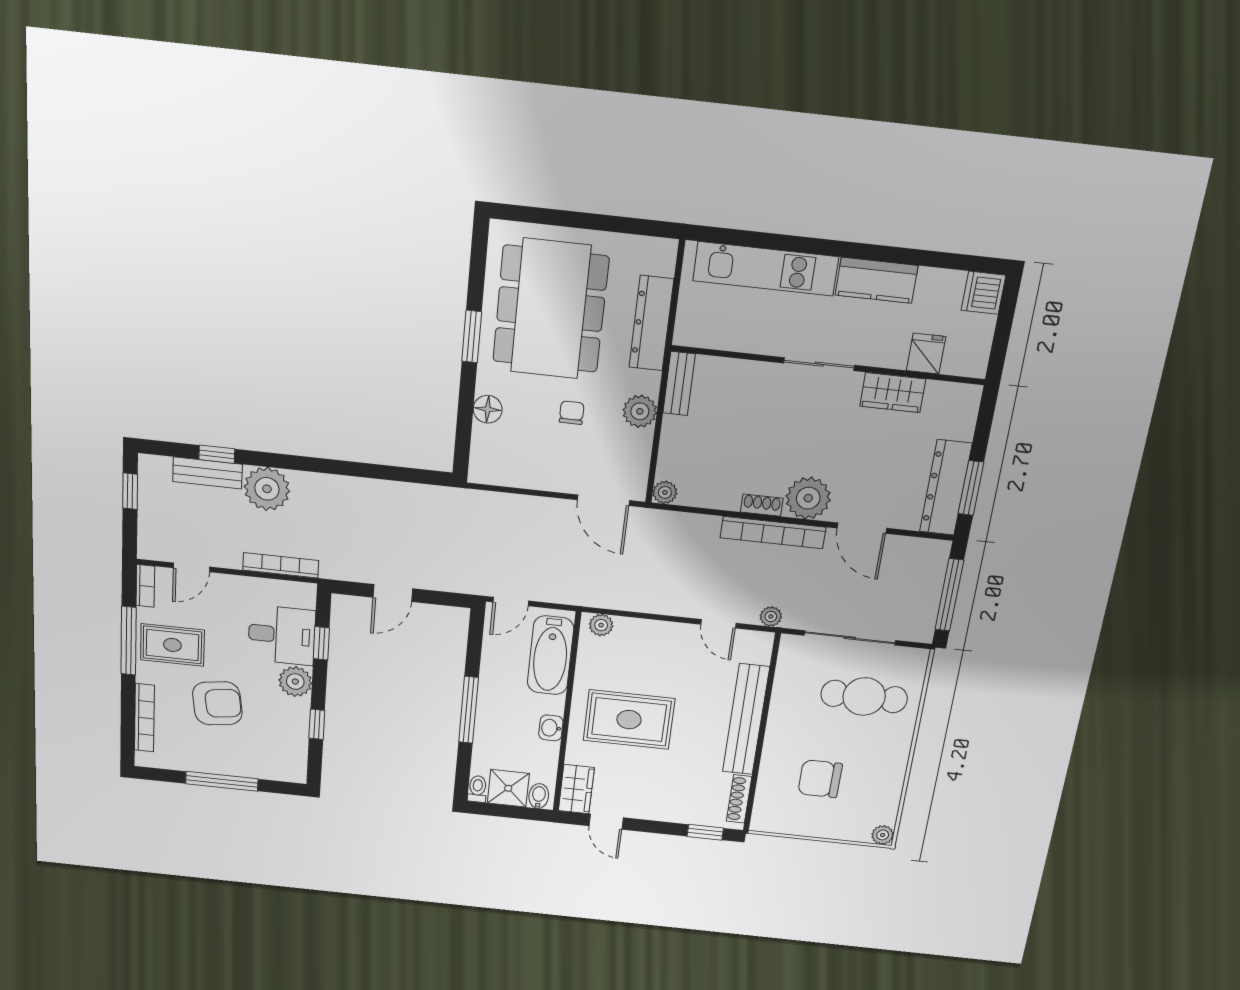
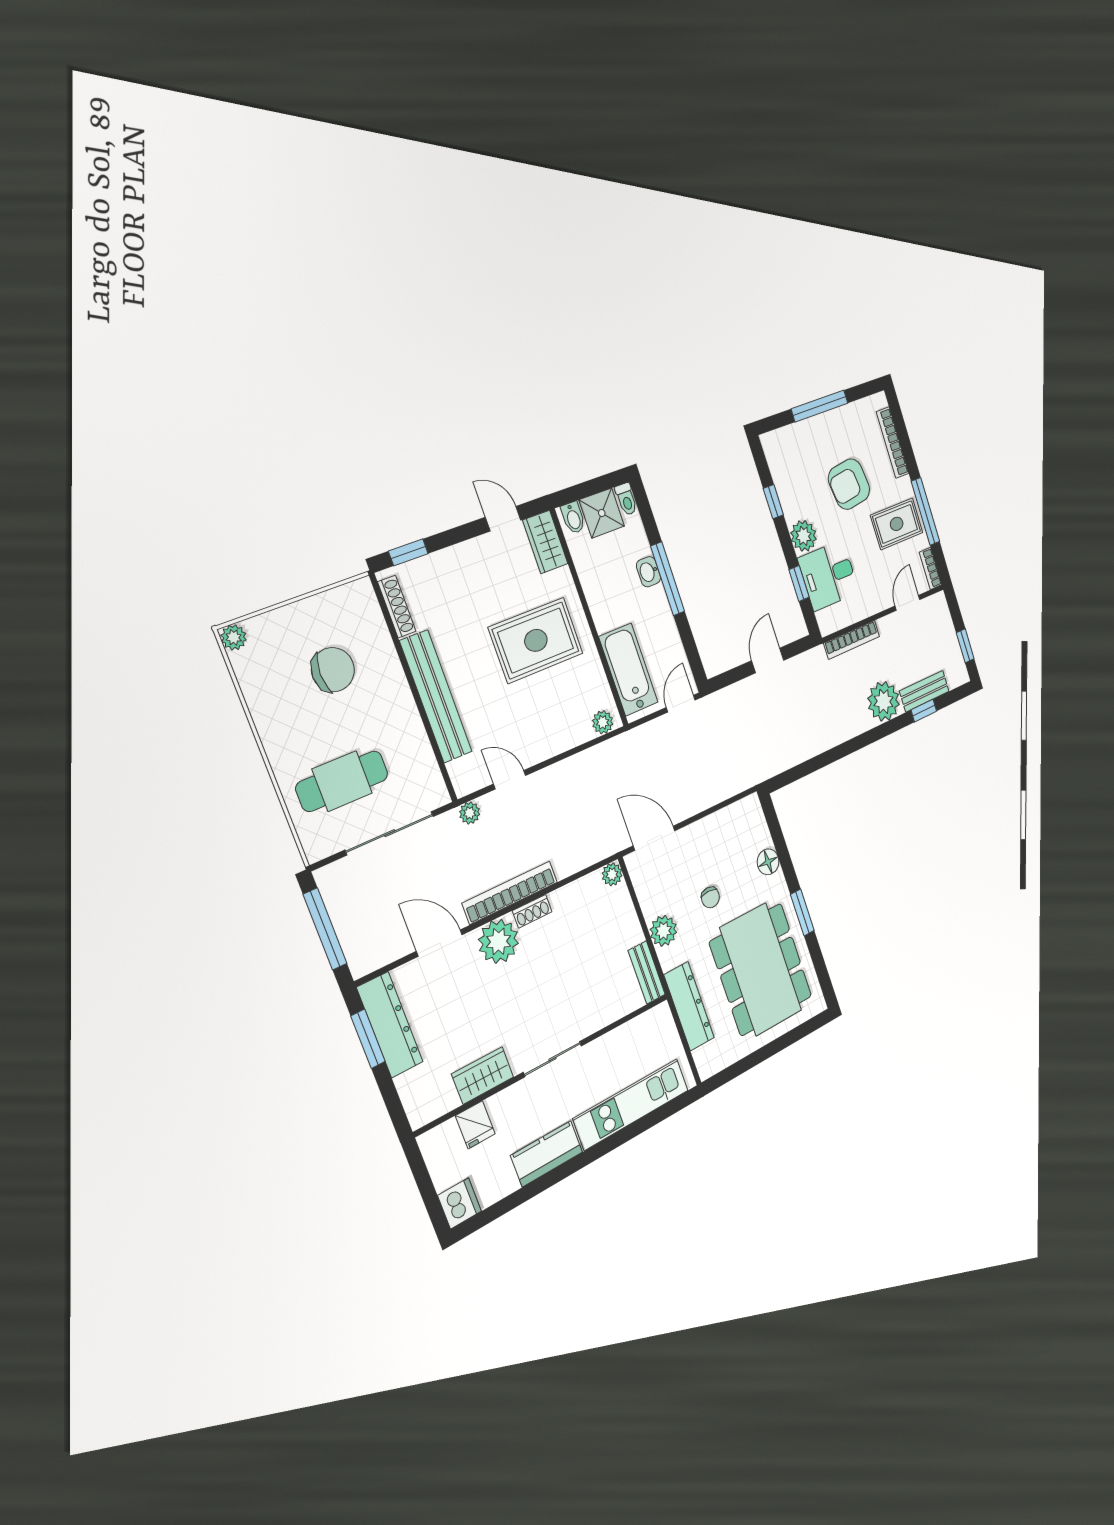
washbasin: (551, 728) -> (648, 572), moved, turned 180

